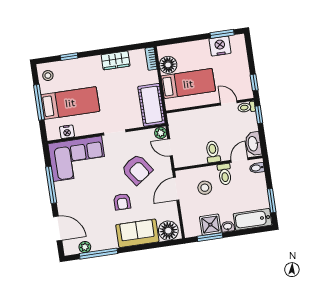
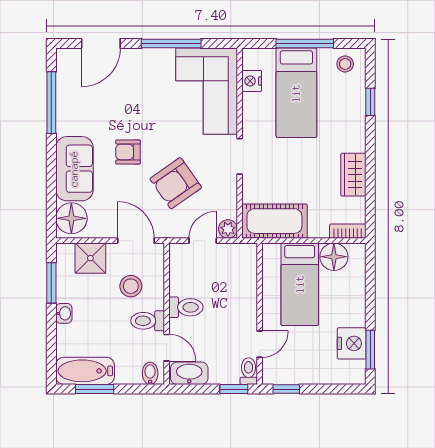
bathtub: (253, 219) -> (85, 371), moved, turned -90
shower: (210, 225) -> (90, 258), moved
plant: (85, 247) -> (65, 82), removed

